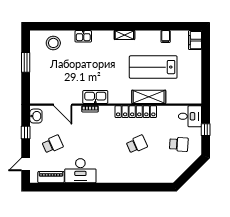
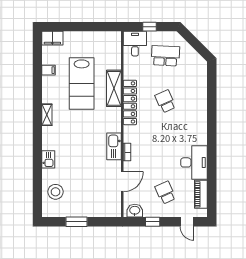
school desk: (179, 144) -> (165, 56), width x1.85

